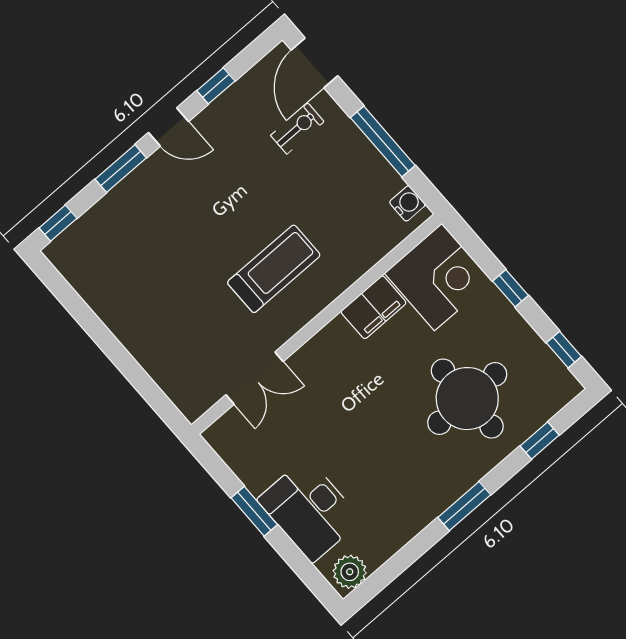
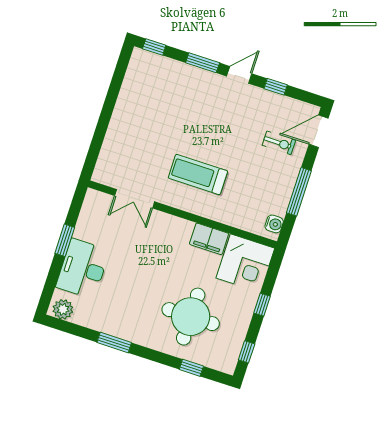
door: (168, 127) -> (239, 75), swing flipped
treadmill: (274, 269) -> (198, 174), turned 180
window: (464, 506) -> (114, 342), moved

